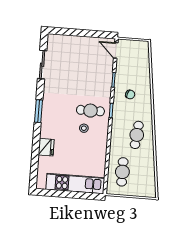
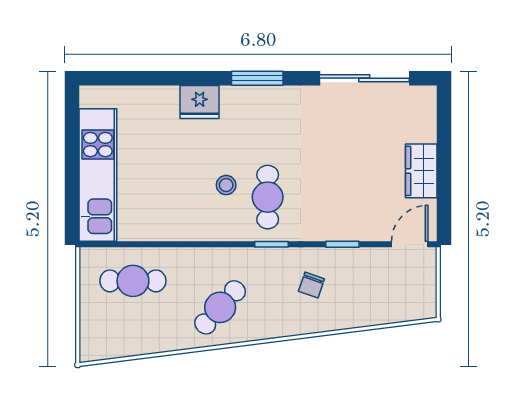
wardrobe: (84, 43) -> (421, 171), added
sliding door: (42, 65) -> (364, 78), width x1.37
cafe table: (137, 135) -> (220, 307), turned -54
fridge: (46, 147) -> (200, 102), moved

